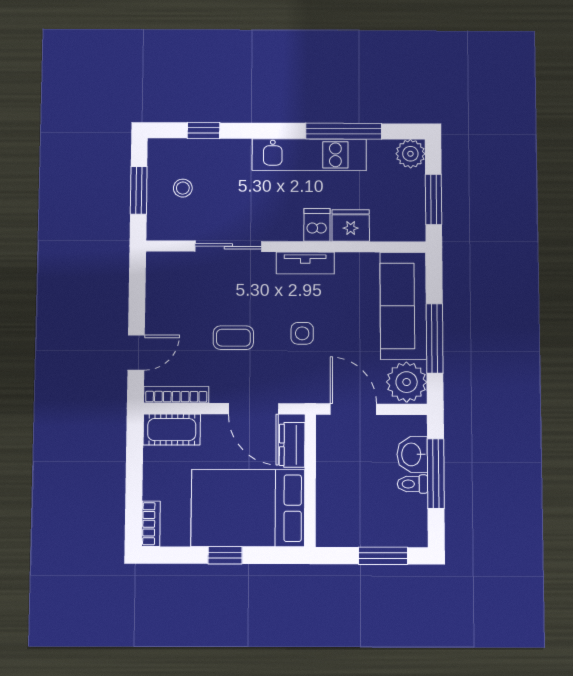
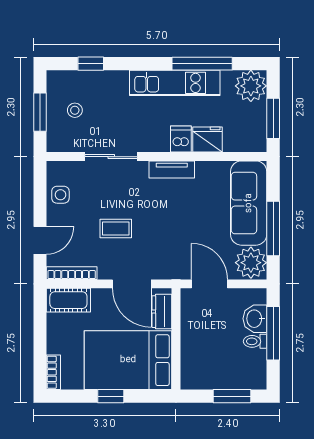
plant: (410, 154) -> (251, 86), width x1.36, depth x1.36
side table: (302, 333) -> (60, 195), moved

